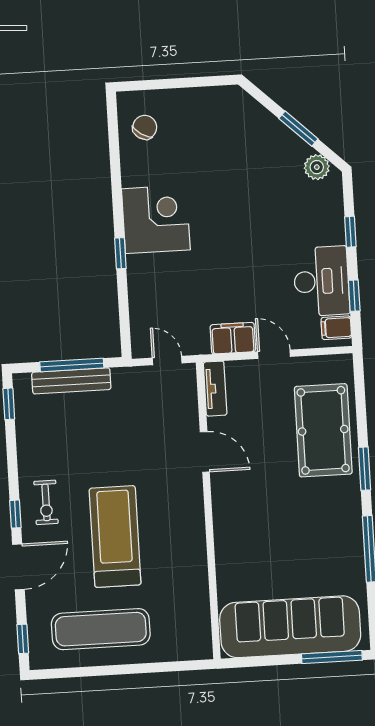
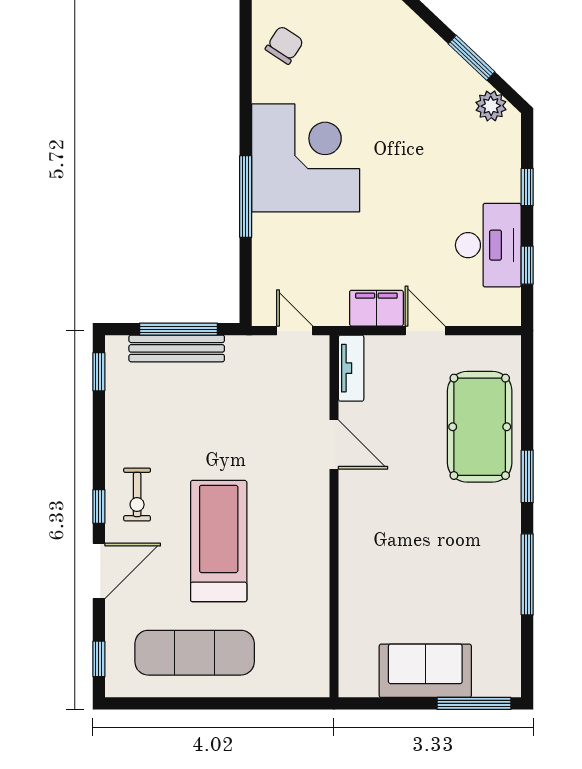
corner desk: (156, 219) -> (306, 158), width x1.36, depth x1.36
window: (120, 253) -> (246, 197), width x2.17
filing cabinet: (336, 328) -> (503, 303), removed
sofa: (290, 627) -> (425, 671), width x0.54, depth x0.79

